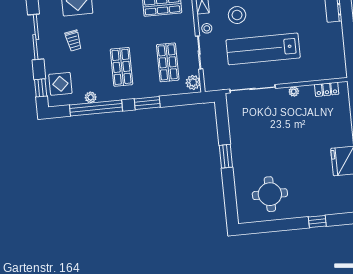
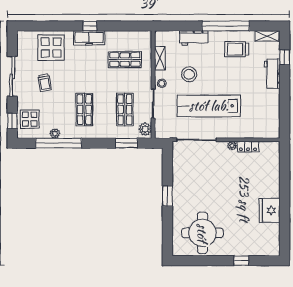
locker: (327, 89) -> (248, 147), moved
window: (147, 103) -> (127, 143), moved
round table: (270, 194) -> (202, 233), width x1.36, depth x1.36

